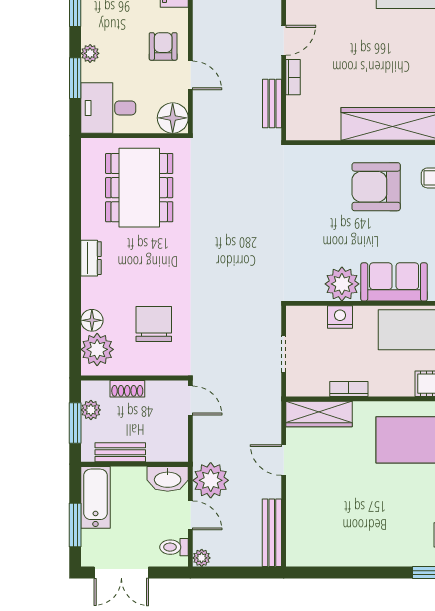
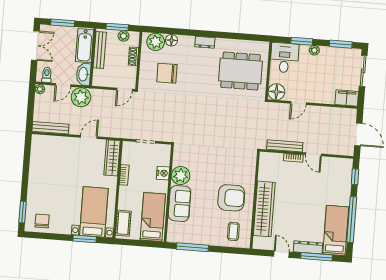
armchair: (163, 46) -> (315, 90), removed
bench: (272, 103) -> (285, 146), width x1.36
armchair: (376, 187) -> (231, 198), turned 90
chair: (154, 324) -> (167, 73), turned 180
bench: (120, 452) -> (100, 50), width x1.36
bathtub: (95, 497) -> (85, 46), moved, turned 90
double door: (121, 572) -> (35, 46), swing flipped

